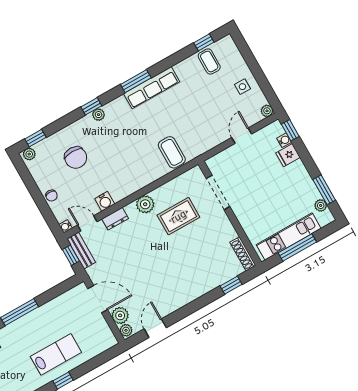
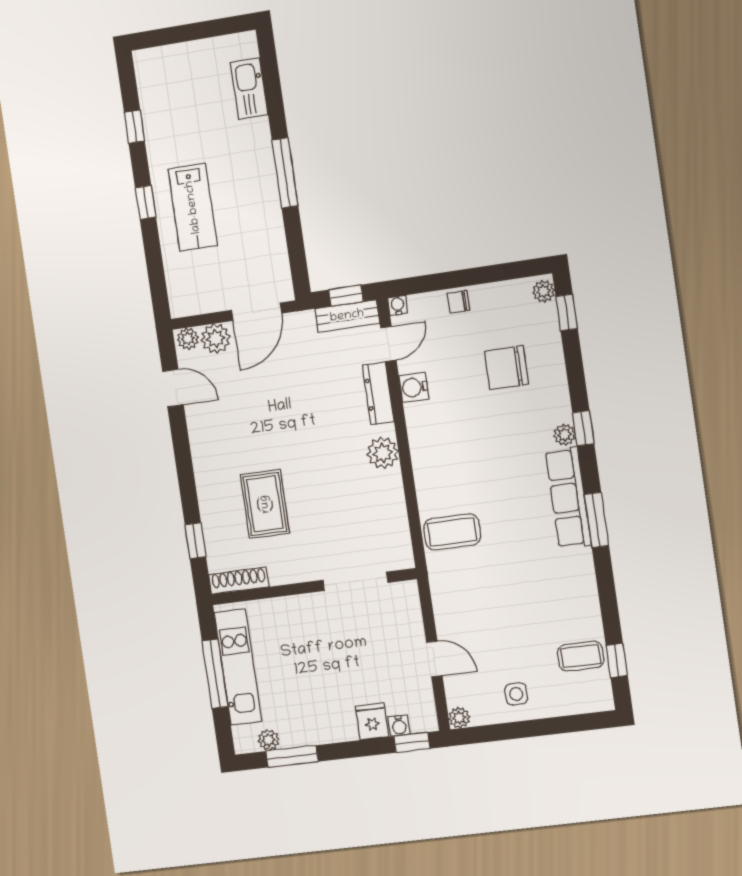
row of seats: (152, 88) -> (568, 498), moved
rug: (178, 216) -> (265, 504), moved
dresser: (115, 219) -> (378, 393), width x1.44

